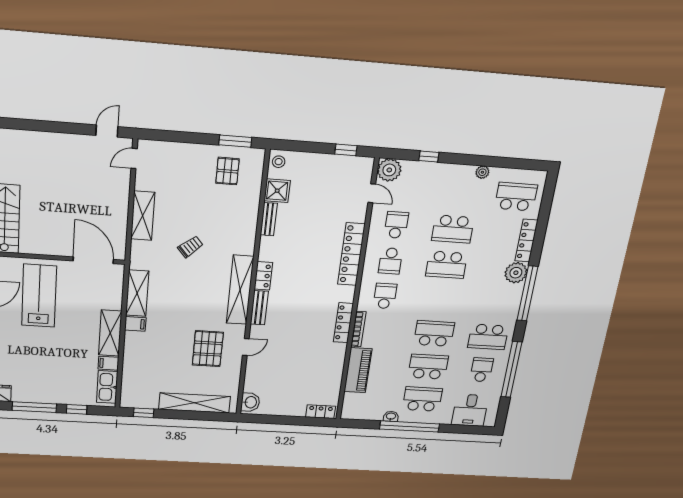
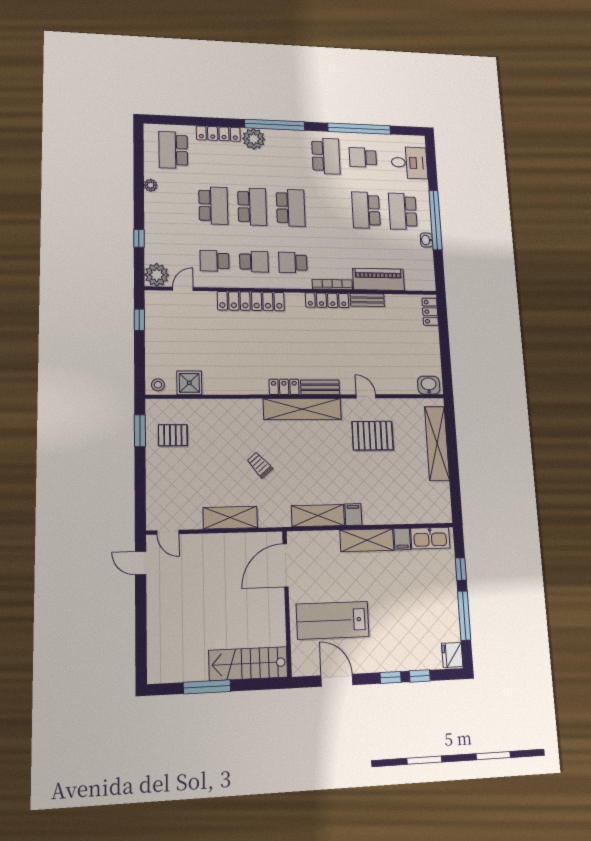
bench: (269, 219) -> (367, 300), moved
school desk: (434, 333) -> (291, 208), moved, turned 180
window: (144, 413) -> (456, 496), removed

